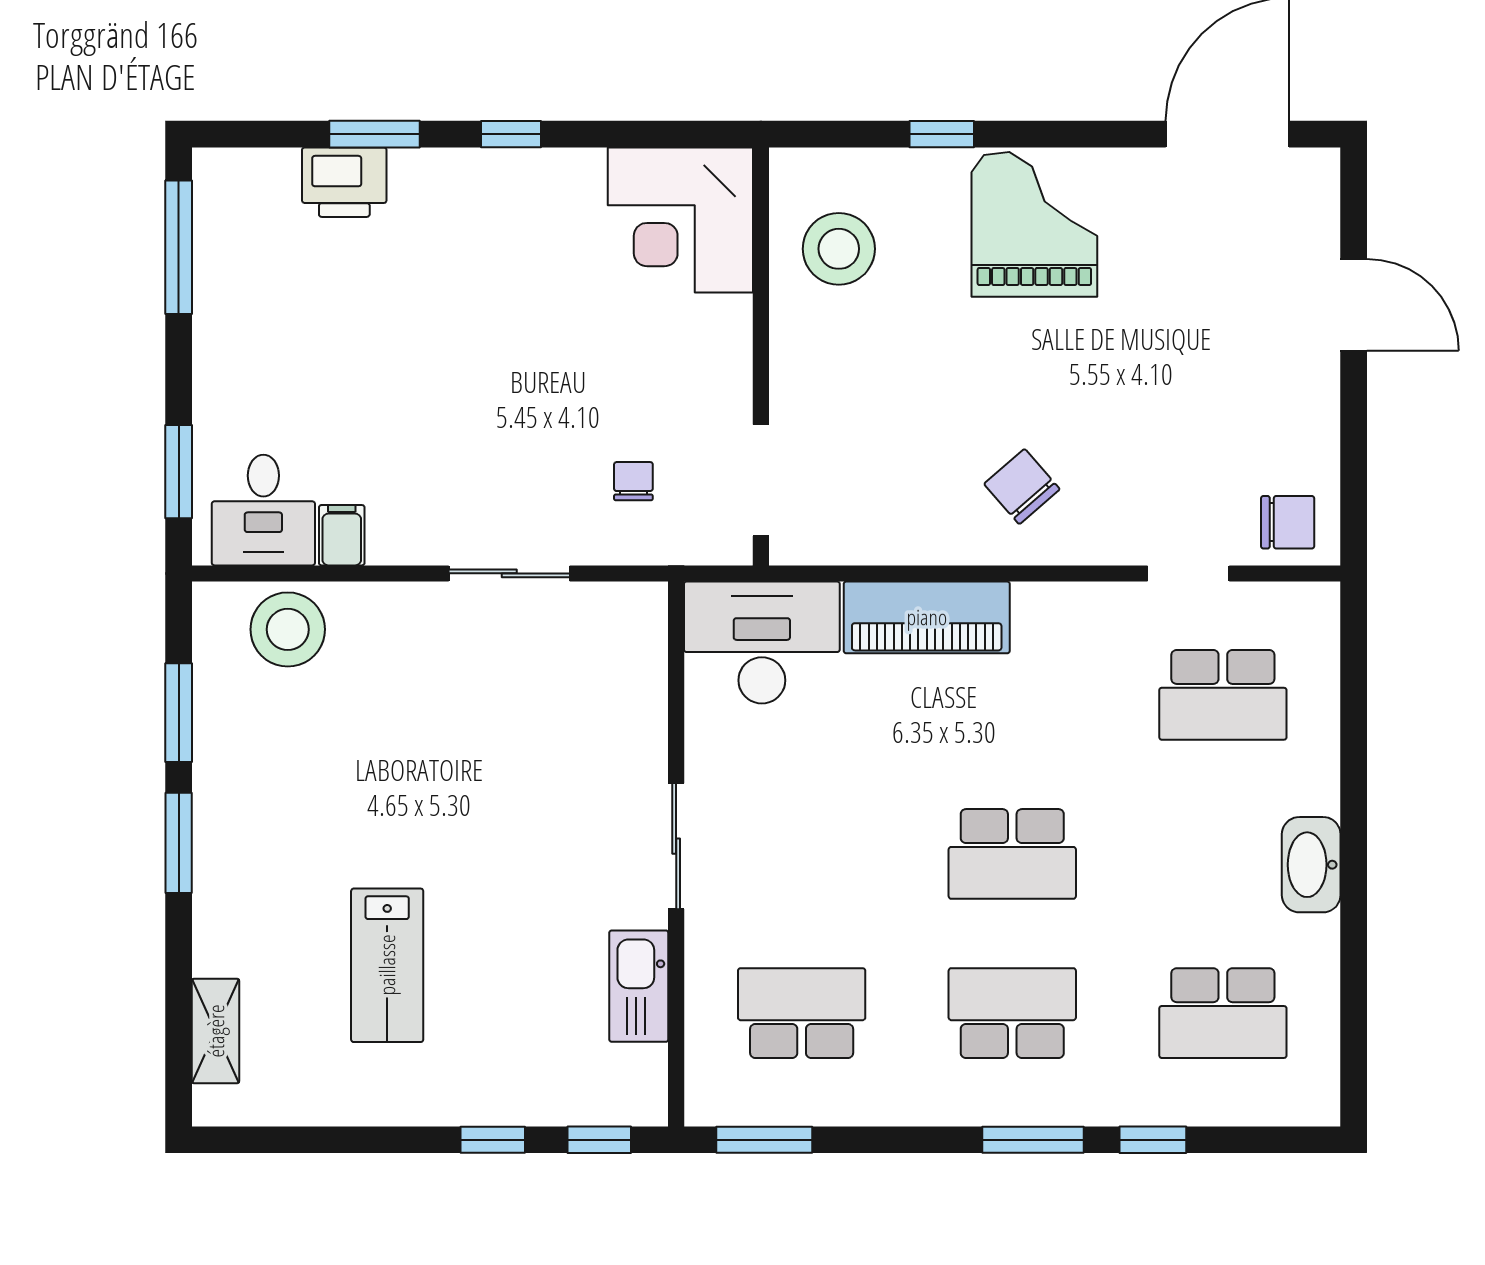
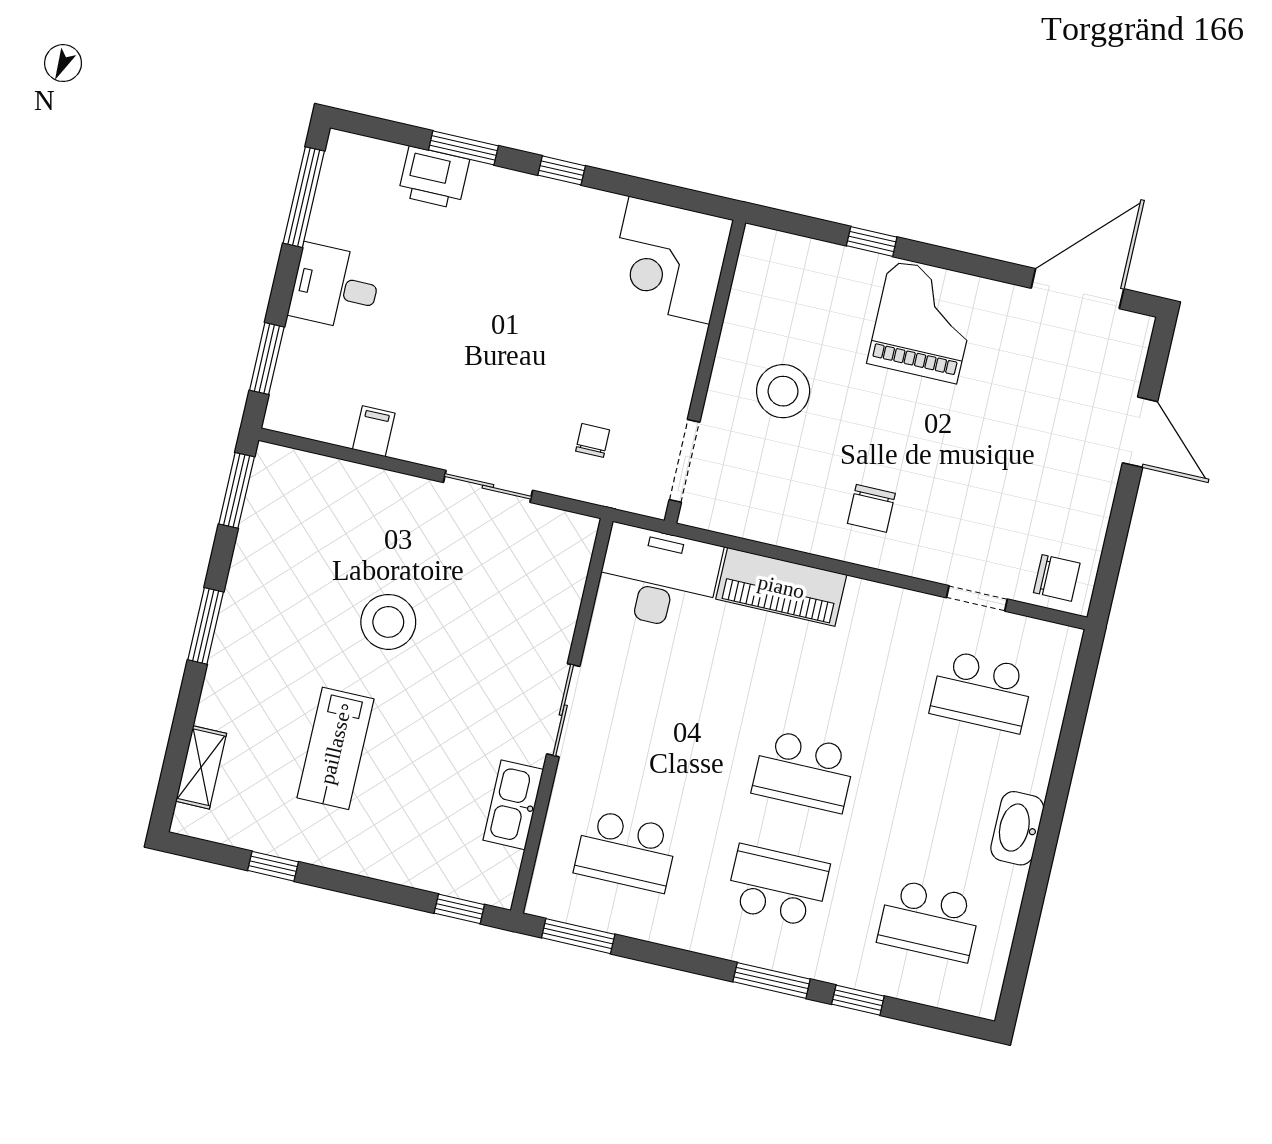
stool: (839, 249) -> (783, 391), moved
chair: (1022, 487) -> (871, 508), turned -139
desk: (263, 510) -> (335, 287), moved, turned 90
stool: (288, 629) -> (388, 622), moved
window: (179, 713) -> (237, 490), moved
school desk: (802, 1013) -> (626, 851), turned 180
window: (493, 1140) -> (273, 866), moved

